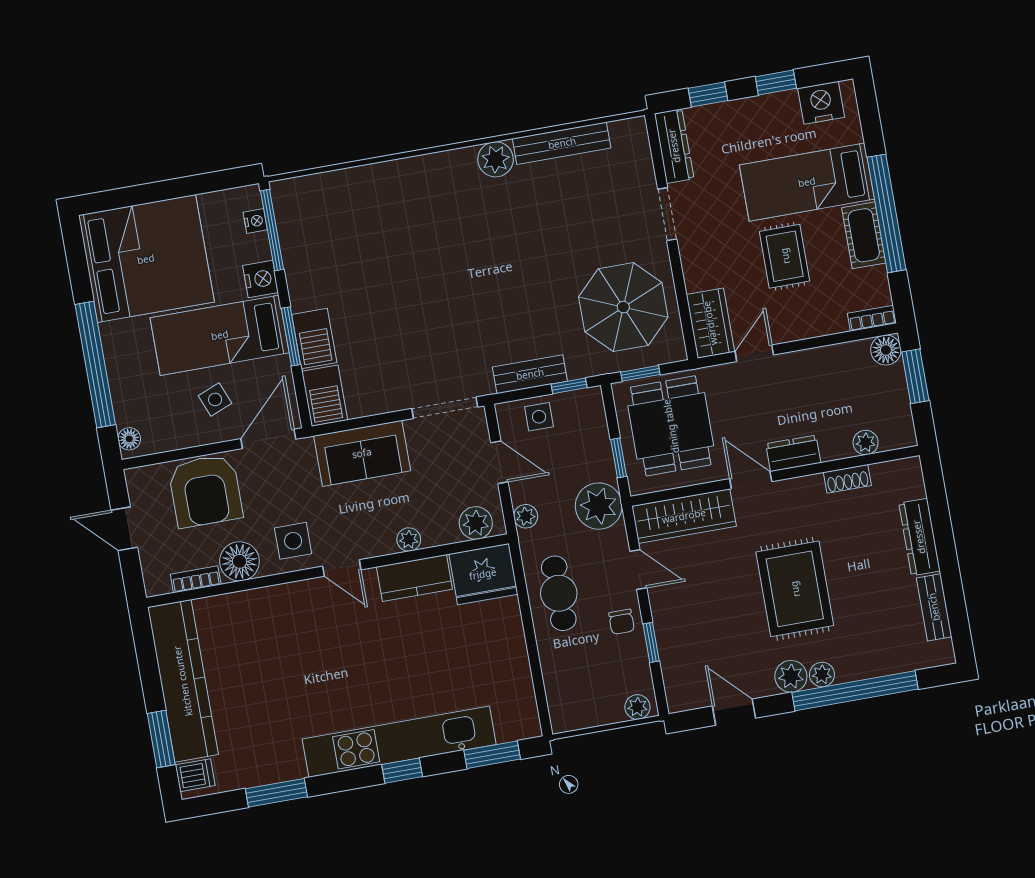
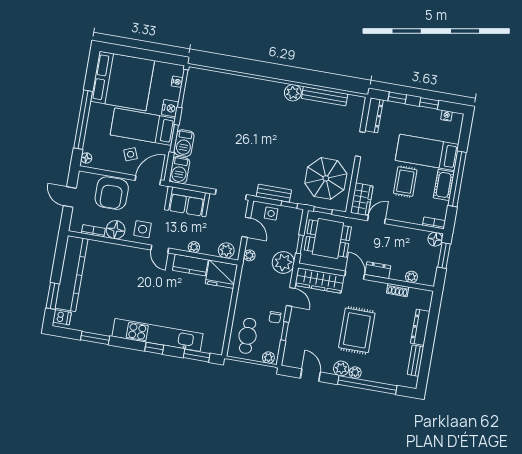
nightstand: (821, 103) -> (447, 116), width x0.53, depth x0.56
dining table: (671, 426) -> (328, 239), turned 90
cafe table: (559, 593) -> (248, 336), moved

